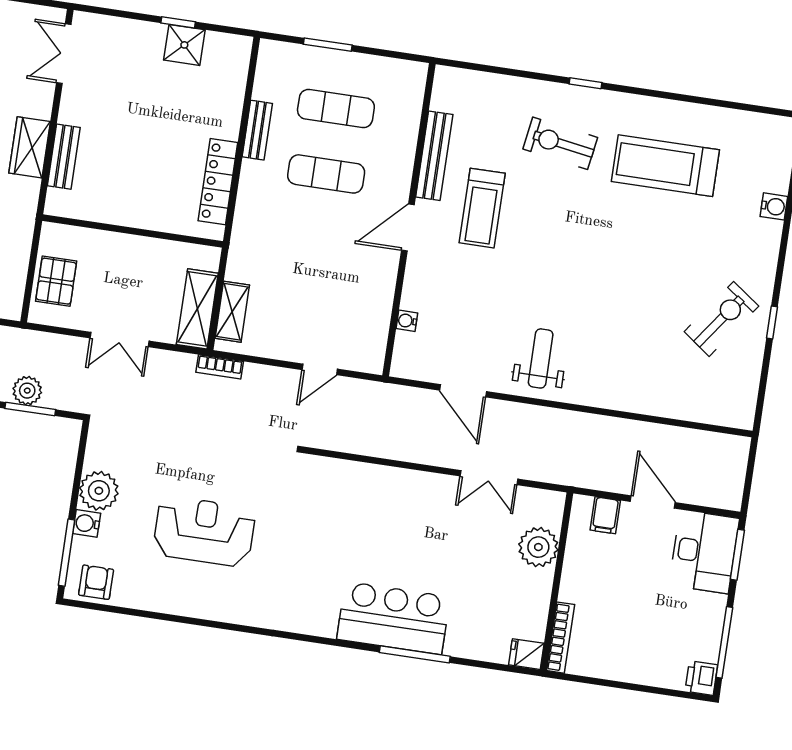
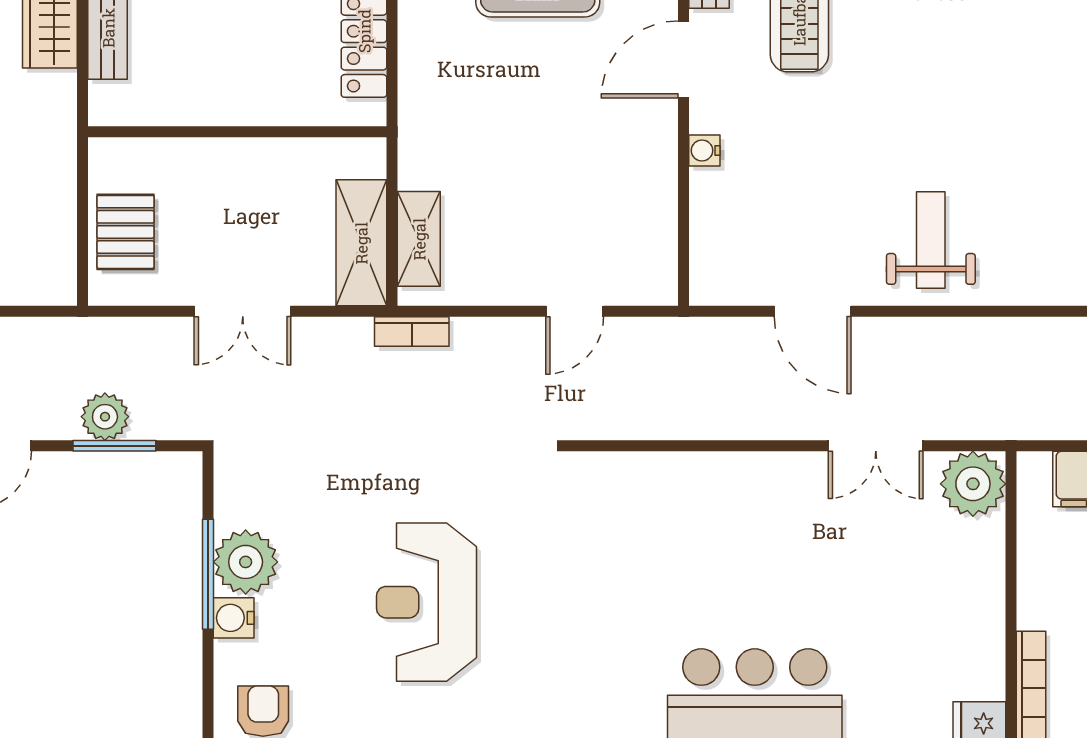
water cooler: (407, 321) -> (704, 151), moved
reception desk: (204, 531) -> (427, 602), turned -90
plant: (538, 547) -> (973, 484), moved
window: (67, 553) -> (208, 574), moved

